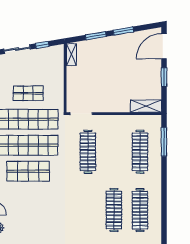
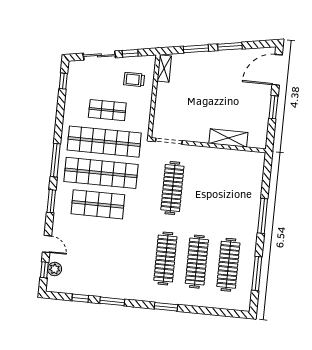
trolley: (48, 66) -> (134, 79), added
shelving: (146, 106) -> (228, 138), moved
window: (164, 142) -> (263, 216), moved
clothes rail: (140, 152) -> (165, 258), moved
window: (164, 215) -> (257, 274), added

